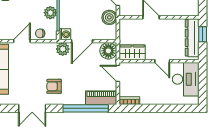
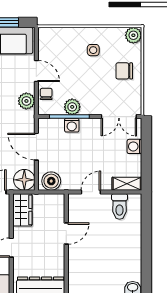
boiler: (109, 17) -> (51, 181), moved
washing machine: (65, 34) -> (72, 125), moved
plant: (63, 49) -> (26, 101), moved

